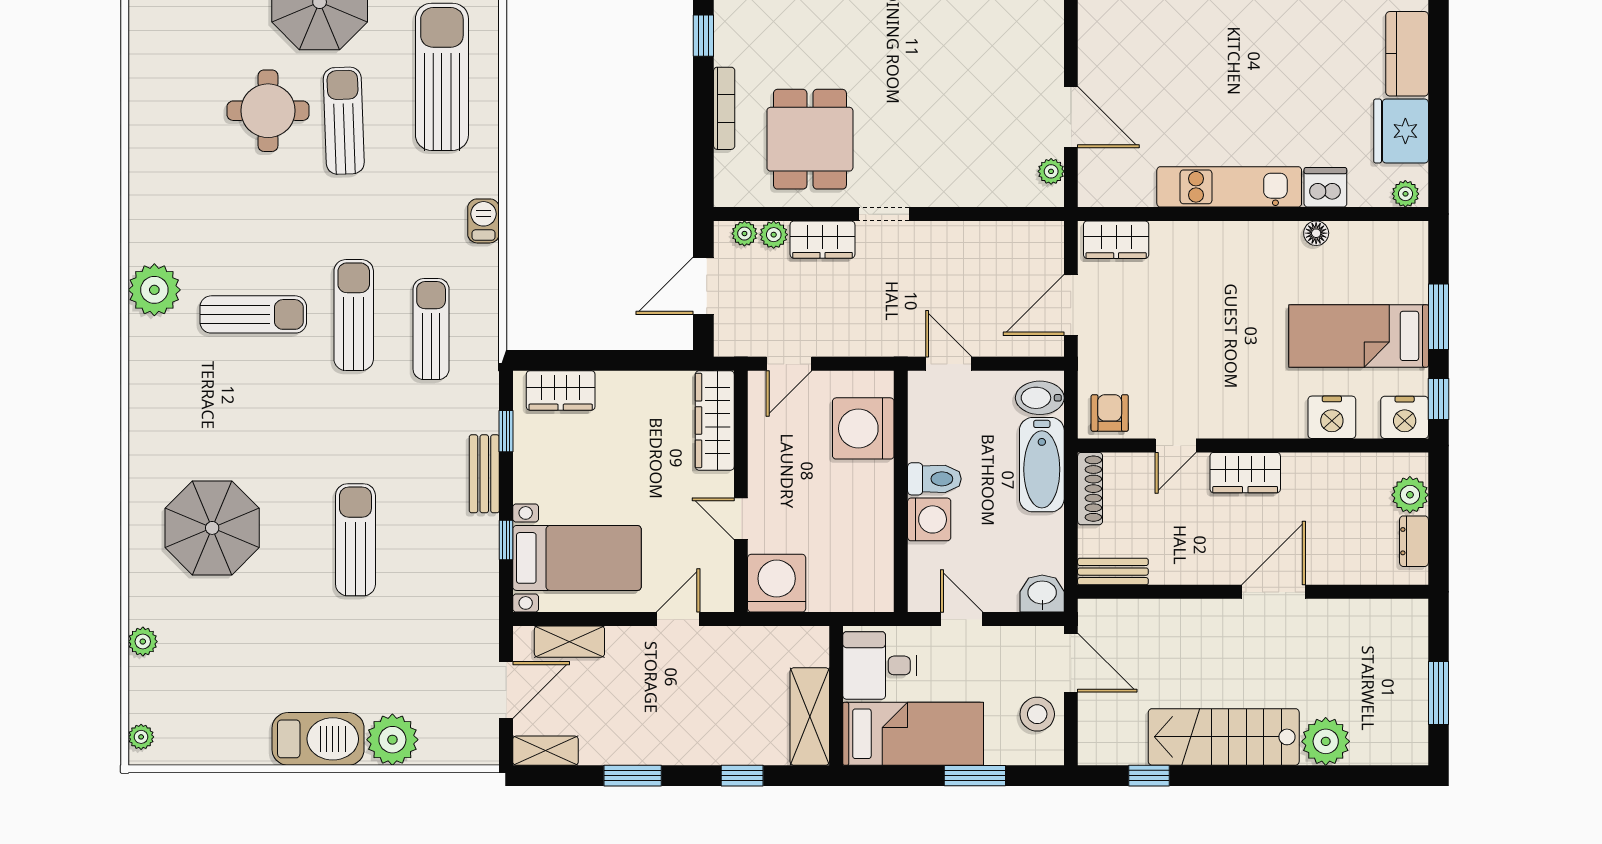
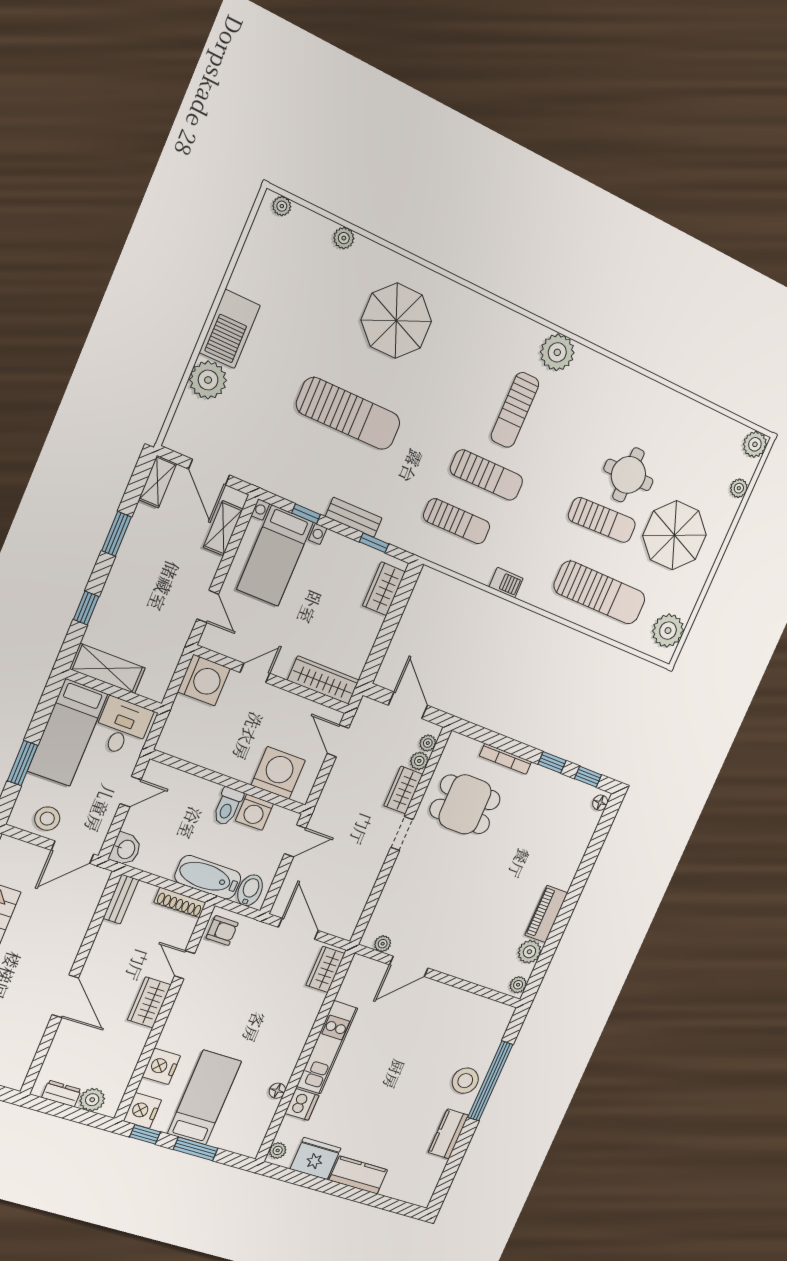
washing machine: (929, 519) -> (254, 812), moved
sun lounger: (355, 540) -> (348, 414), width x1.36, depth x1.34

